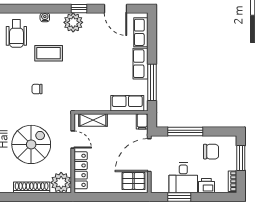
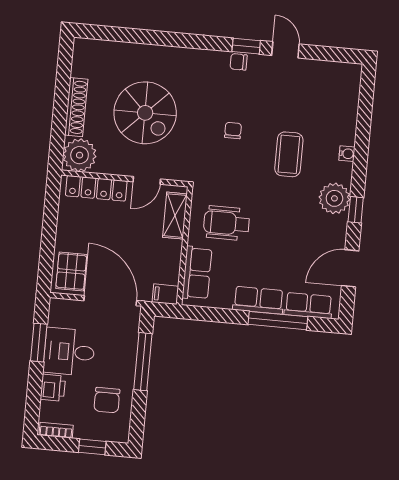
wheelchair: (16, 34) -> (227, 223), moved
window: (152, 82) -> (278, 321), moved
window: (241, 158) -> (92, 447), width x0.67

